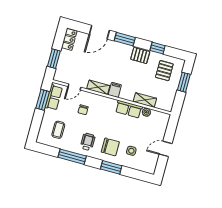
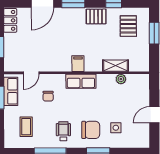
shelving: (98, 87) -> (58, 66), removed
row of seats: (129, 109) -> (81, 81), moved

